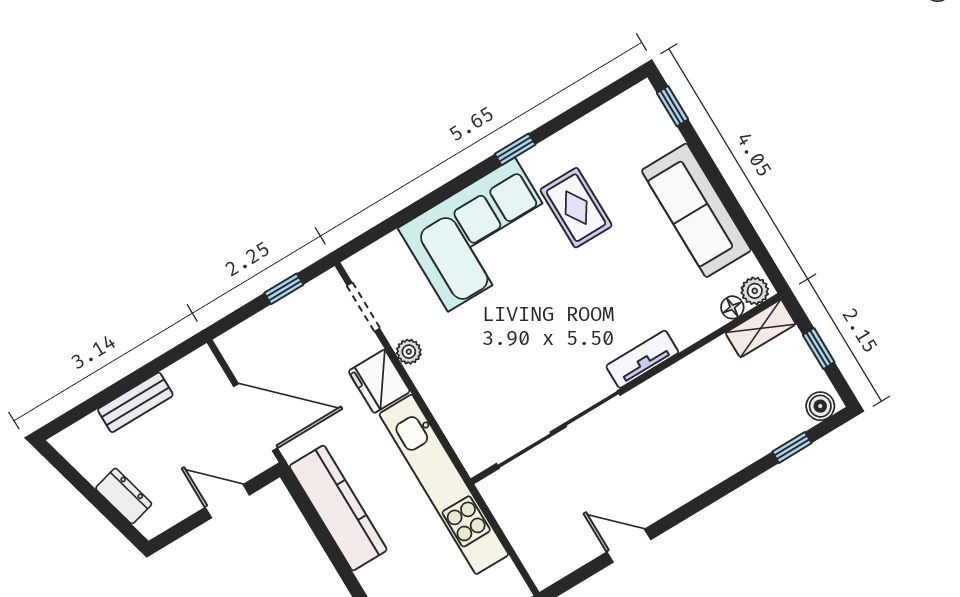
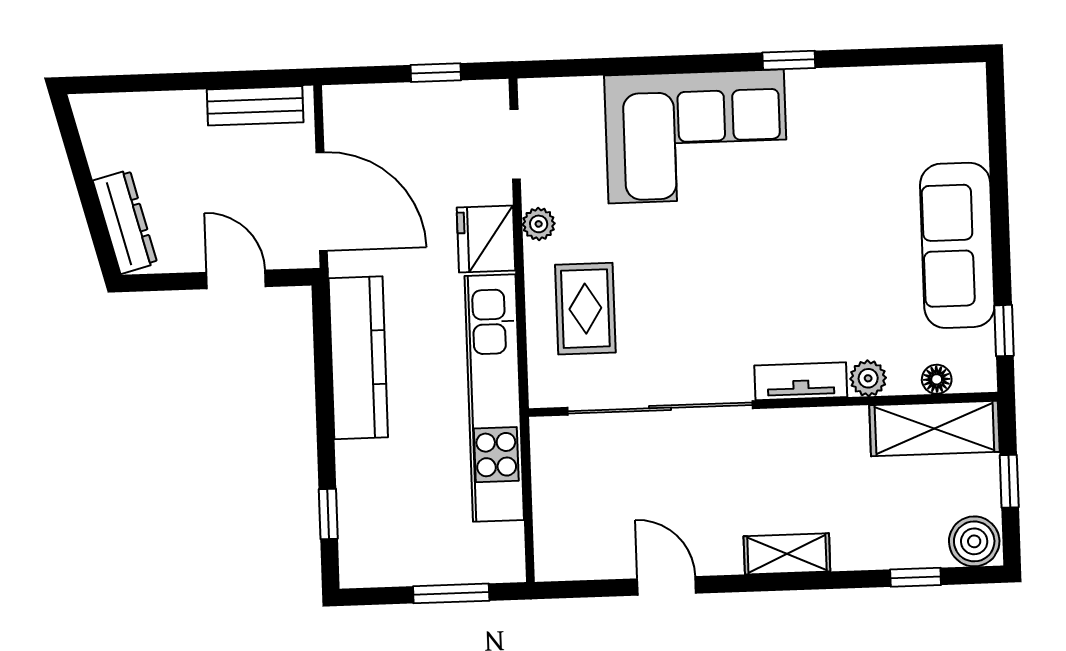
window: (672, 106) -> (1004, 331), moved
rug: (576, 208) -> (585, 309), moved
plant: (755, 291) -> (868, 378), moved
shelving: (761, 328) -> (934, 428), width x1.50, depth x1.33
bench: (135, 402) -> (255, 106), moved
boiler: (820, 406) -> (974, 541), width x1.36, depth x1.36
shelving: (697, 480) -> (787, 554), added
dresser: (124, 496) -> (125, 222), width x1.44

